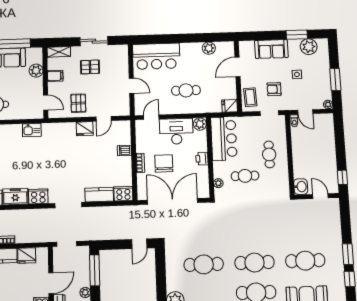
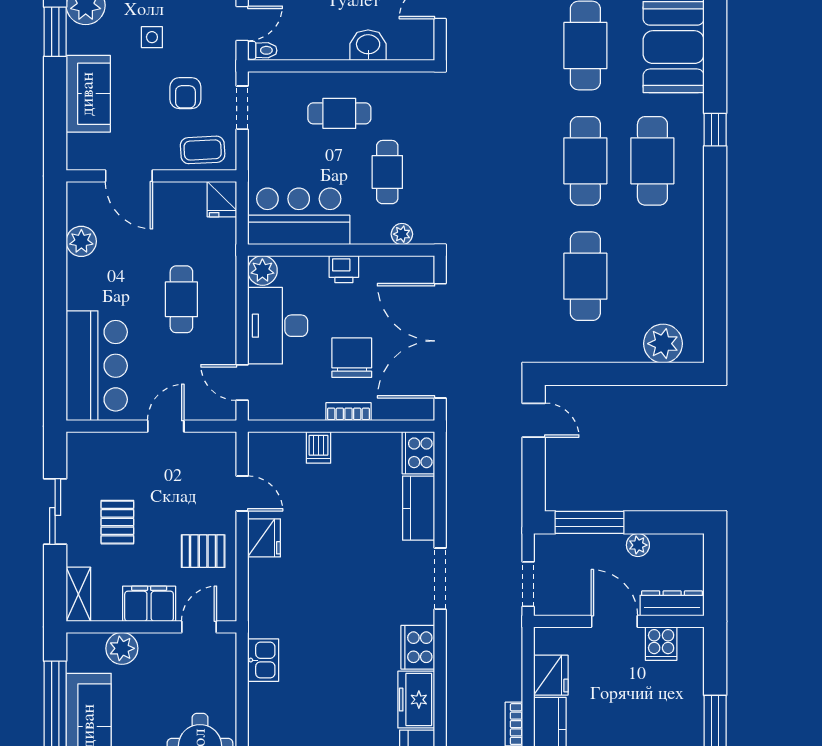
filing cabinet: (55, 76) -> (149, 604), width x2.00
chair: (164, 163) -> (352, 358), turned 90
washbasin: (301, 187) -> (368, 45), moved

